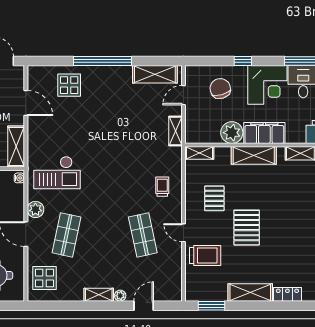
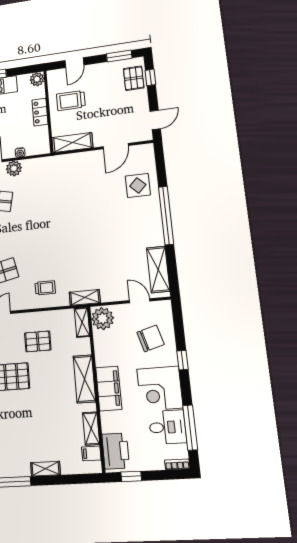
shelving: (175, 131) -> (85, 297), moved
plant: (232, 133) -> (103, 319), moved
checkout: (57, 173) -> (51, 184), removed
water cooler: (19, 178) -> (20, 152), moved

